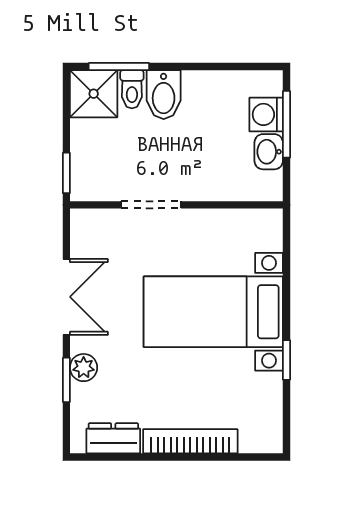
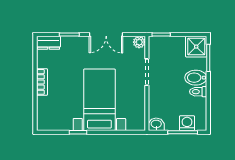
toilet: (132, 89) -> (198, 92), moved
washbasin: (269, 152) -> (156, 124), moved
plant: (84, 368) -> (139, 42), moved
dresser: (113, 438) -> (48, 43), moved, turned 90
bookcase: (190, 441) -> (42, 82), width x0.64

